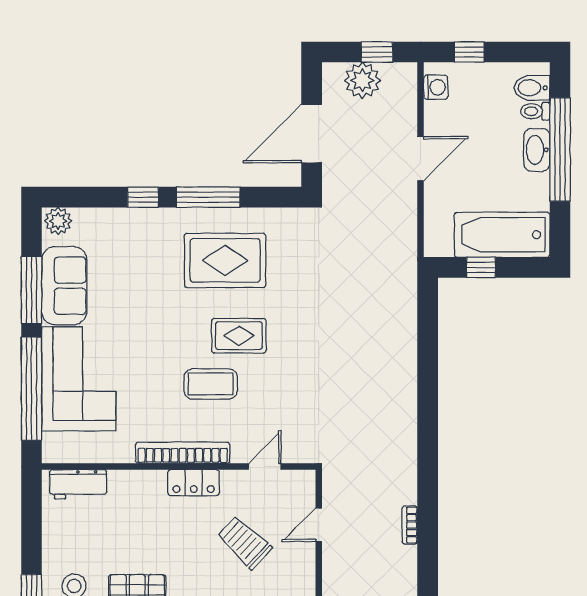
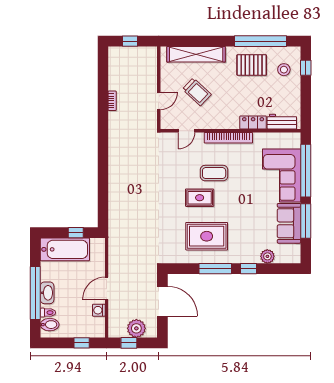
washing machine: (436, 87) -> (99, 310), moved
door: (312, 134) -> (162, 301), hinge flipped
plant: (58, 221) -> (267, 256), moved
locker: (194, 483) -> (253, 123), moved

